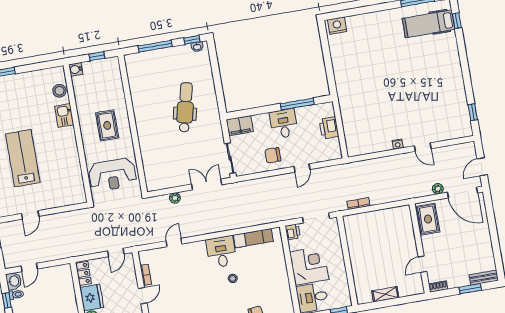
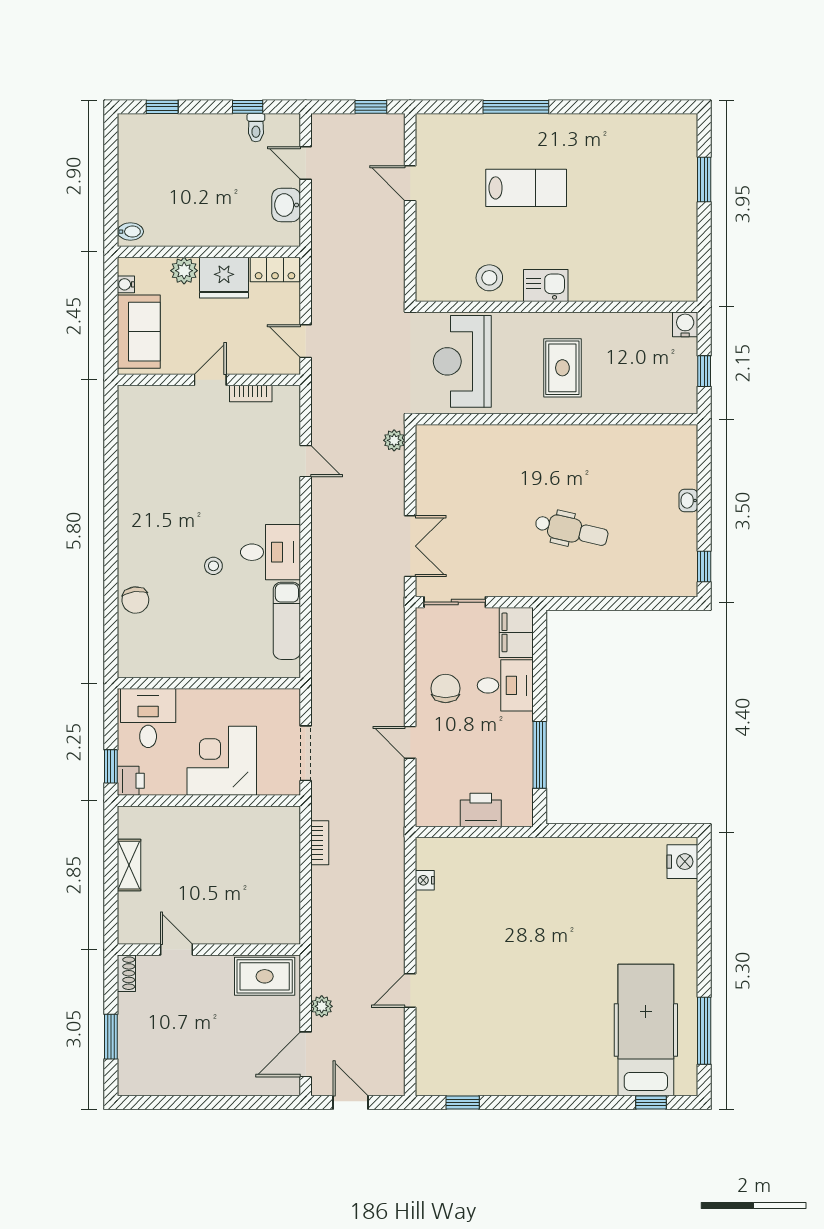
hospital bed: (429, 24) -> (646, 1030), width x1.37, depth x1.29
window: (155, 46) -> (704, 491), removed
washbasin: (197, 47) -> (688, 500), moved
stool: (59, 91) -> (489, 278), moved
dental chair: (185, 107) -> (572, 530), width x0.73, depth x0.72
kitchen sink: (64, 115) -> (546, 285), moved
desk: (284, 124) -> (505, 685), moved
rug: (107, 125) -> (562, 368), turned 90
nightstand: (398, 144) -> (425, 880), moved
lab bench: (23, 158) -> (526, 188), width x0.73, depth x0.72
door: (462, 193) -> (306, 1054), width x0.73
plant: (175, 198) -> (394, 440), moved
printer: (293, 232) -> (131, 781), moved, turned -90
corner desk: (309, 266) -> (222, 761), moved, turned 180
bench: (484, 278) -> (128, 1068), removed
washbasin: (14, 281) -> (286, 205), moved, turned 90
door: (143, 296) -> (210, 380), swing flipped

